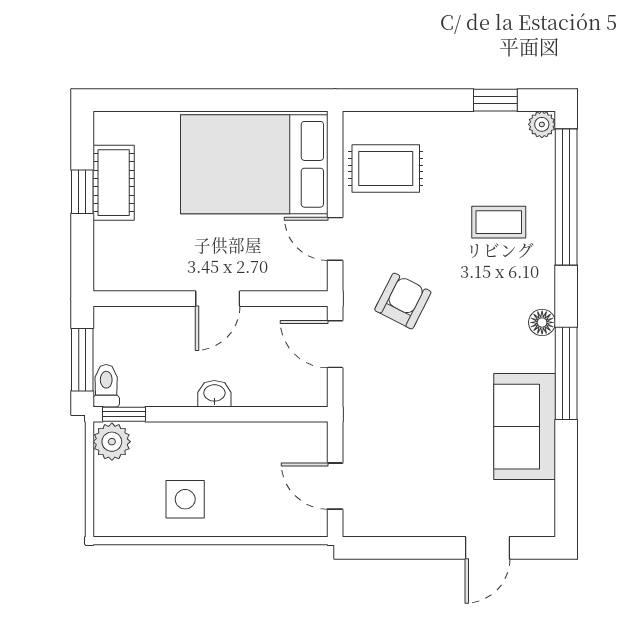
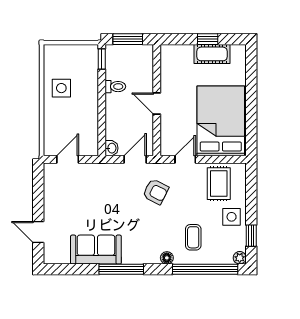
side table: (456, 142) -> (232, 217), added
floor lamp: (542, 322) -> (167, 258), moved
toilet: (106, 386) -> (115, 87), moved
washbasin: (214, 394) -> (112, 148), moved
plant: (112, 442) -> (89, 53), removed

